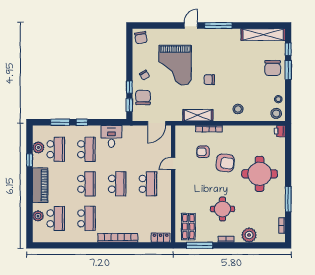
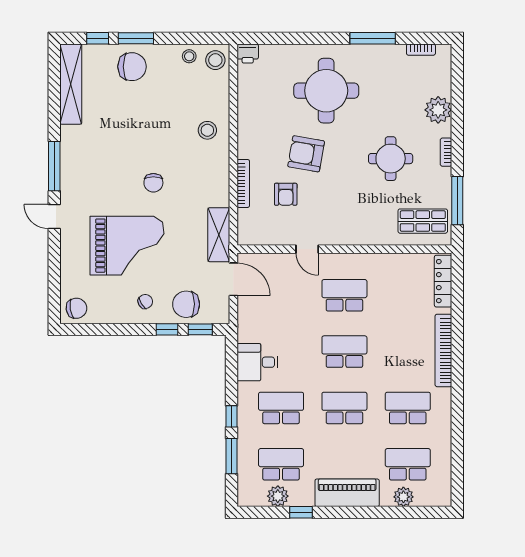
shelving: (198, 115) -> (219, 235), moved
armchair: (225, 163) -> (306, 154), turned -87
locker: (161, 238) -> (443, 281), width x1.53

